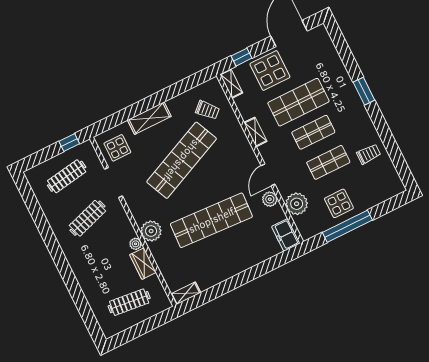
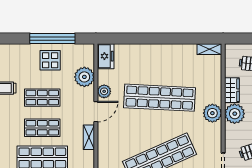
shelving: (255, 132) -> (89, 137), moved
plant: (136, 244) -> (235, 114), width x1.88, depth x1.88

